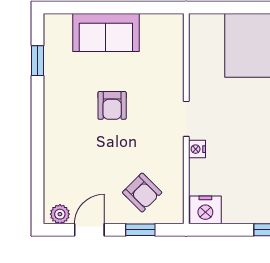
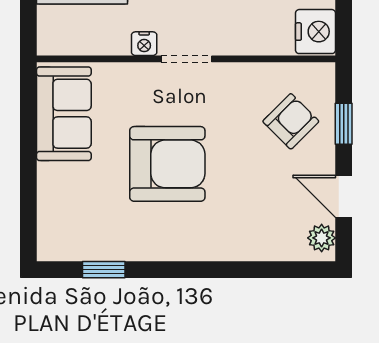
sofa: (106, 32) -> (64, 114), moved
armchair: (112, 105) -> (167, 164), width x1.88, depth x1.88
nightstand: (197, 149) -> (144, 44), moved

